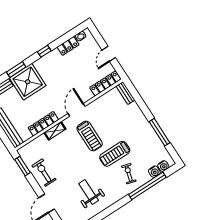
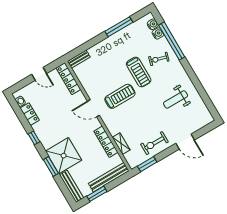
shelving: (55, 131) -> (121, 144), moved

